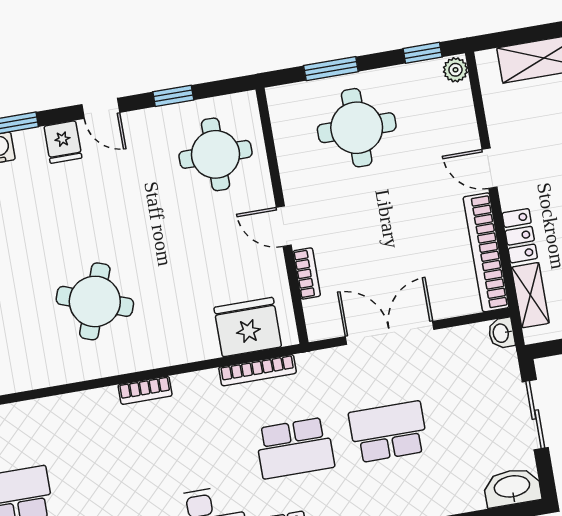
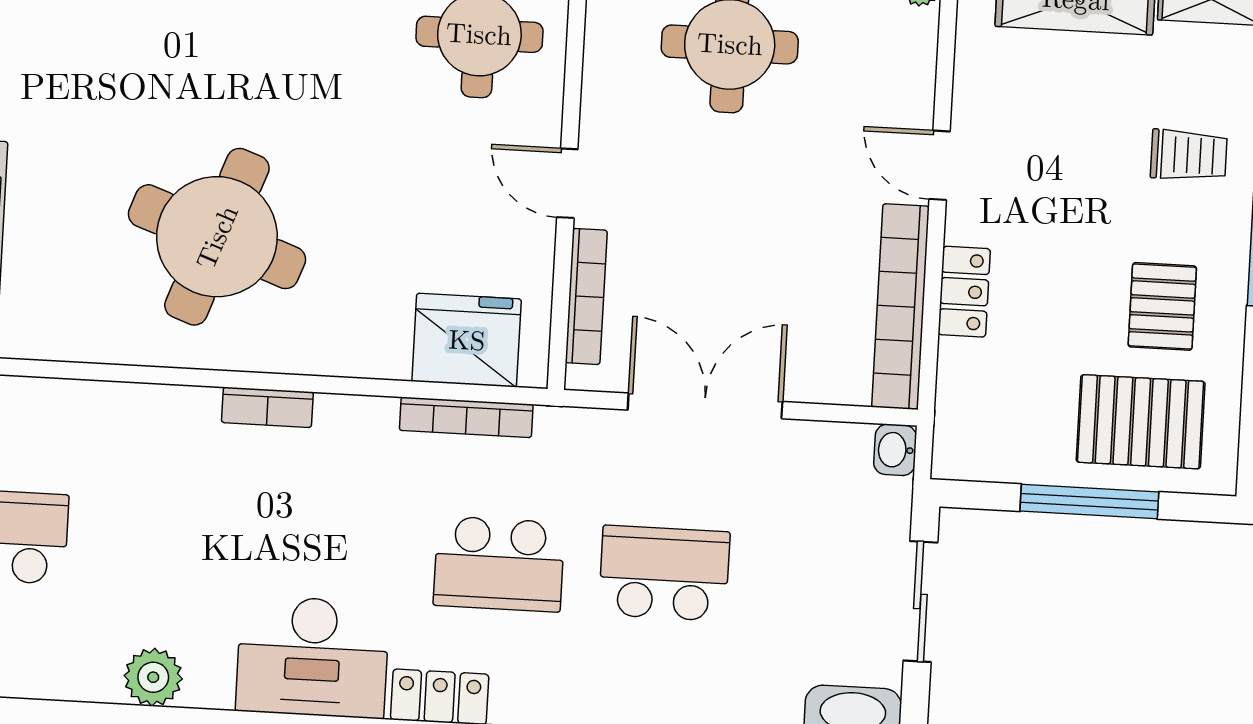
bookcase: (307, 273) -> (586, 296), width x1.56
shelving: (530, 295) -> (959, 397), removed
round table: (95, 301) -> (217, 237), width x1.36, depth x1.36

